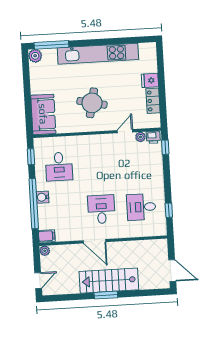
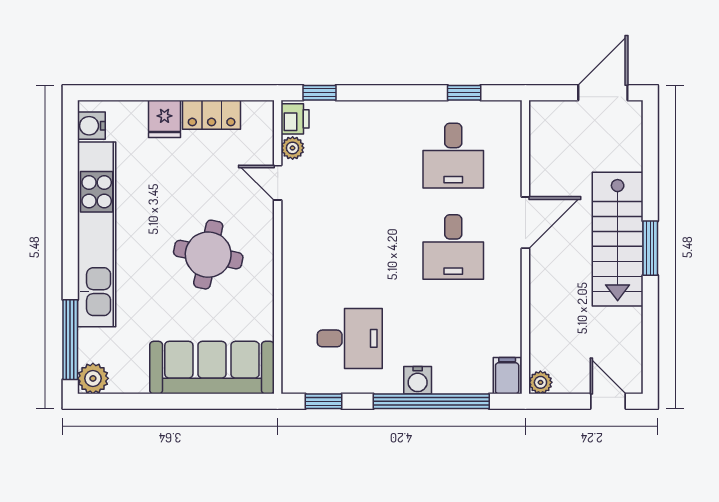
water cooler: (145, 49) -> (91, 126), added
sofa: (43, 114) -> (212, 368), width x1.36
desk: (101, 209) -> (453, 247), turned -90
door: (94, 241) -> (525, 223), moved

